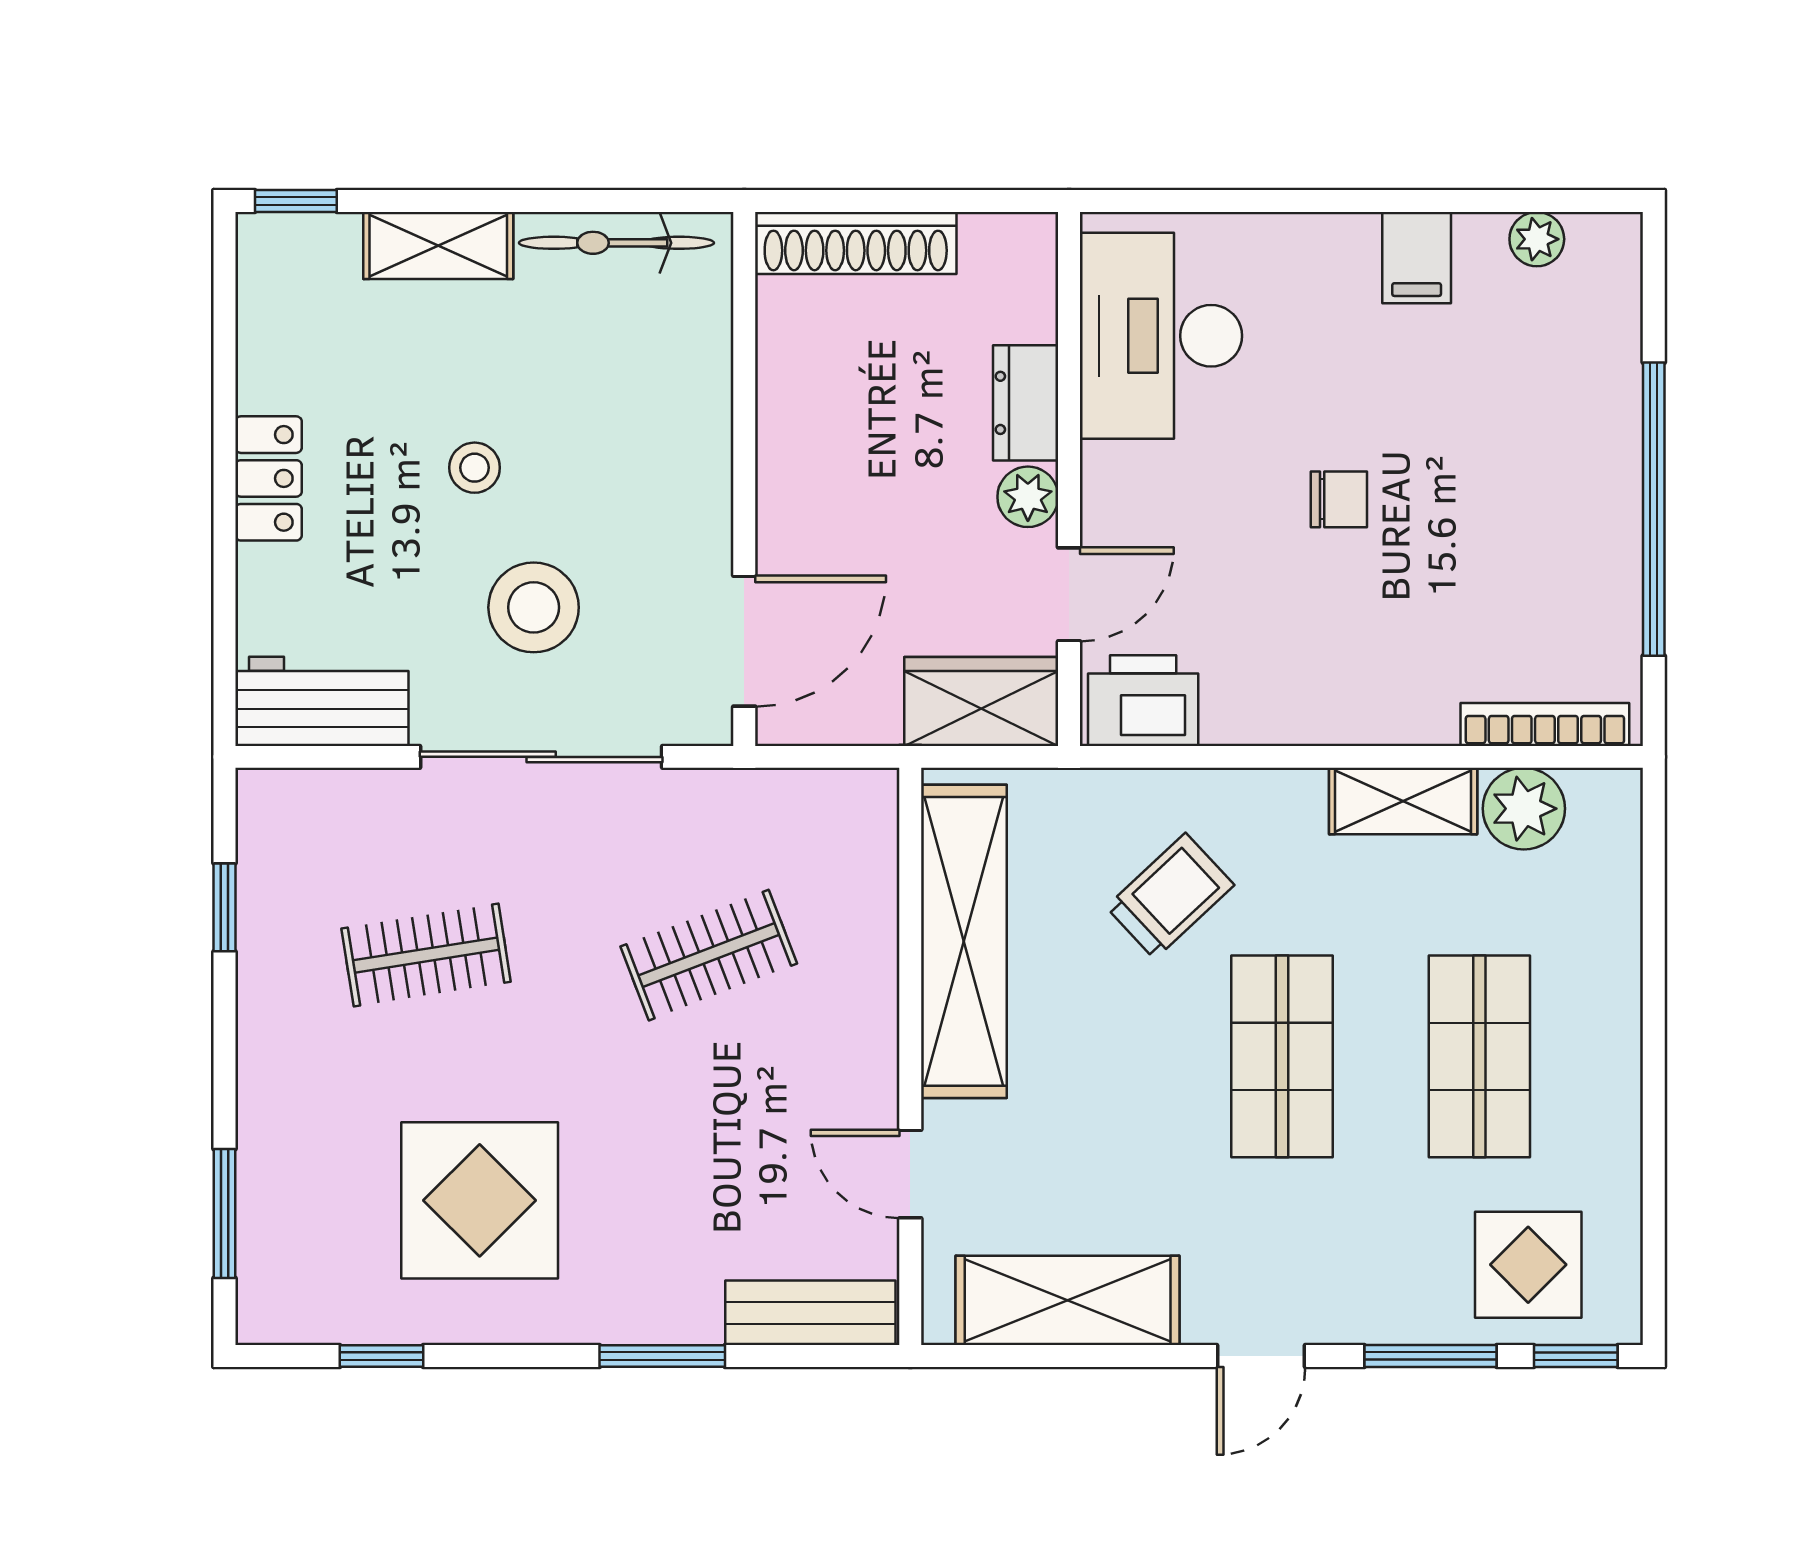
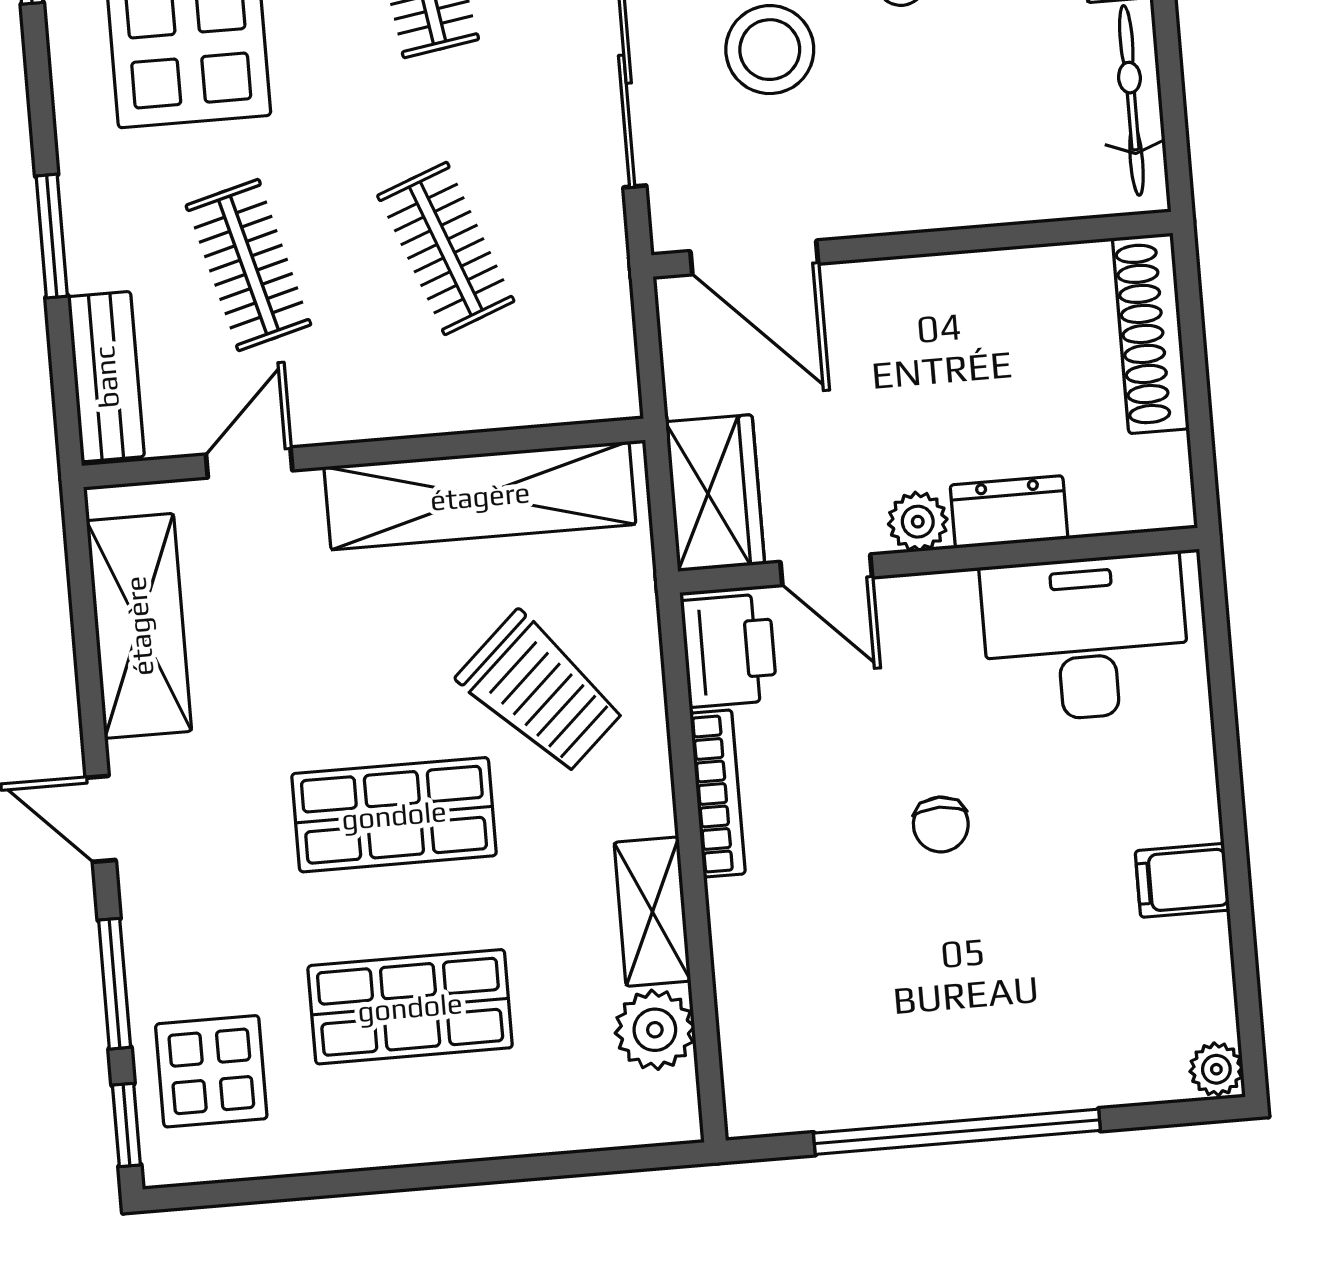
plant: (1537, 239) -> (1216, 1069), moved
bookcase: (1545, 724) -> (718, 794), moved
trolley: (1170, 896) -> (541, 693), width x1.36, depth x1.39
clothes rail: (709, 1158) -> (248, 265), added

